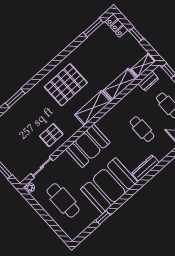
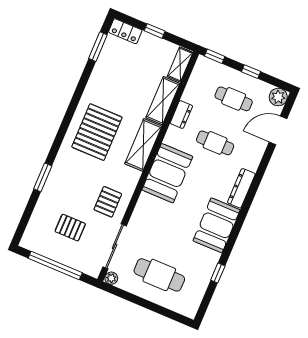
dresser: (148, 81) -> (181, 115), moved
pallet: (18, 141) -> (70, 228), added
booth: (88, 146) -> (167, 173), moved
sliding door: (42, 167) -> (115, 246), width x1.37
booth: (109, 186) -> (217, 225), width x0.73, depth x0.70

